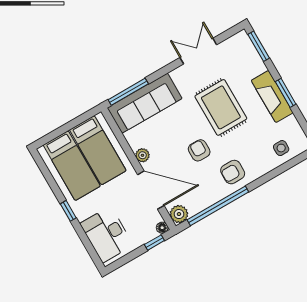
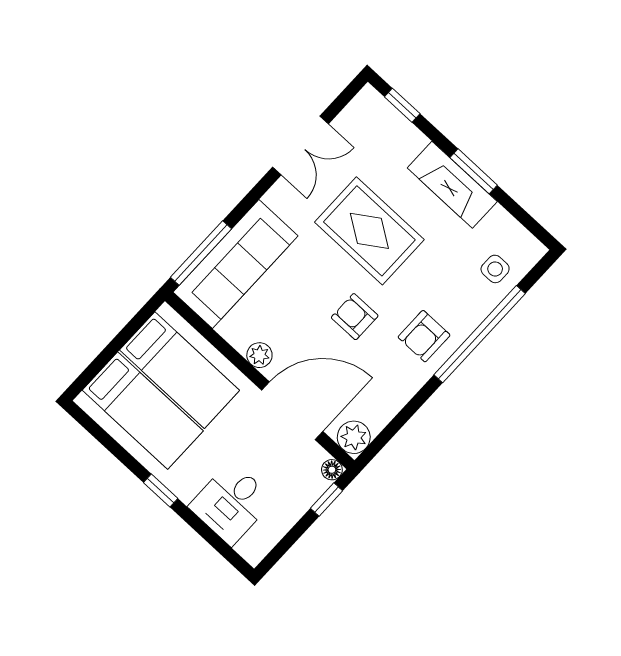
window: (259, 46) -> (402, 105), width x0.67
double door: (198, 51) -> (301, 145), swing flipped
window: (218, 206) -> (480, 334), moved
desk: (107, 234) -> (231, 503), width x0.73

